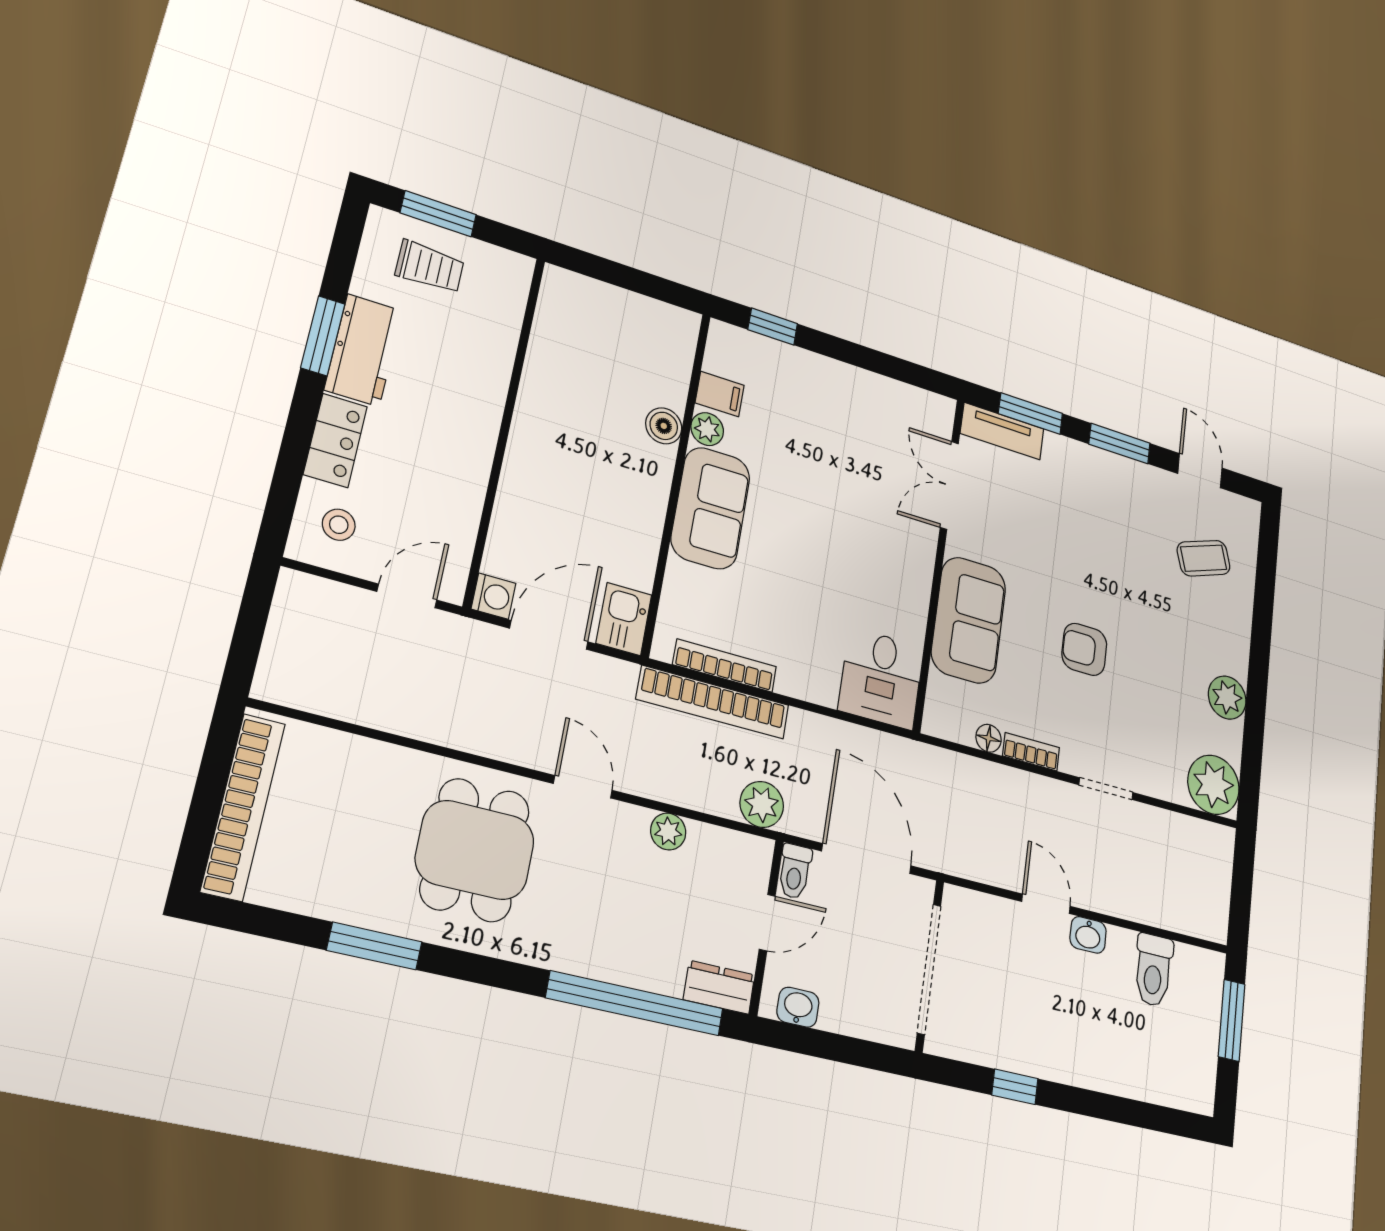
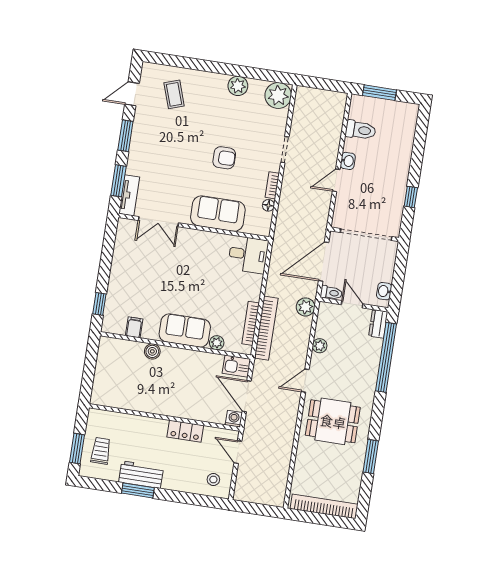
plant: (707, 429) -> (217, 343), moved
locker: (335, 440) -> (185, 431), moved, turned 180
armchair: (1084, 649) -> (224, 158), turned -90

